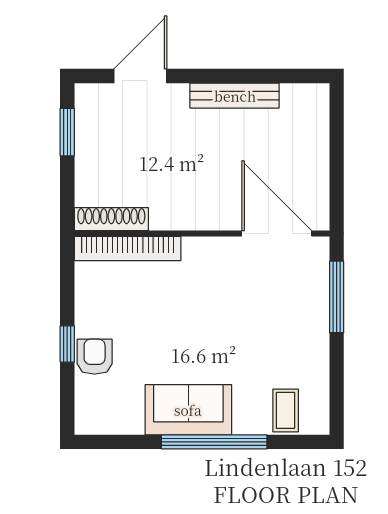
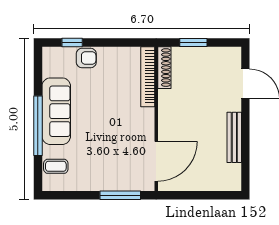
window: (67, 132) -> (193, 42), moved
window: (67, 344) -> (72, 42), moved
sofa: (188, 410) -> (56, 111), width x1.36

